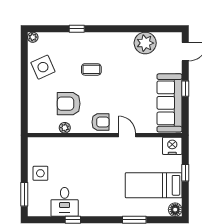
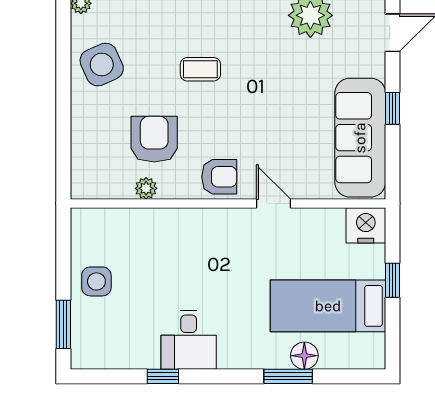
armchair: (69, 104) -> (154, 139), turned 90
desk: (65, 202) -> (189, 340), moved
floor lamp: (175, 210) -> (304, 356), moved

